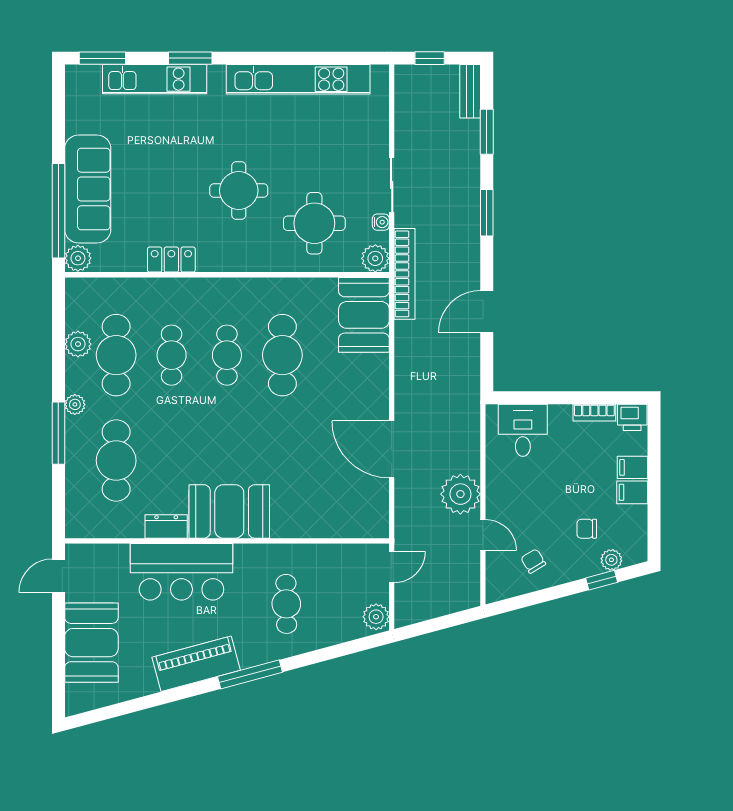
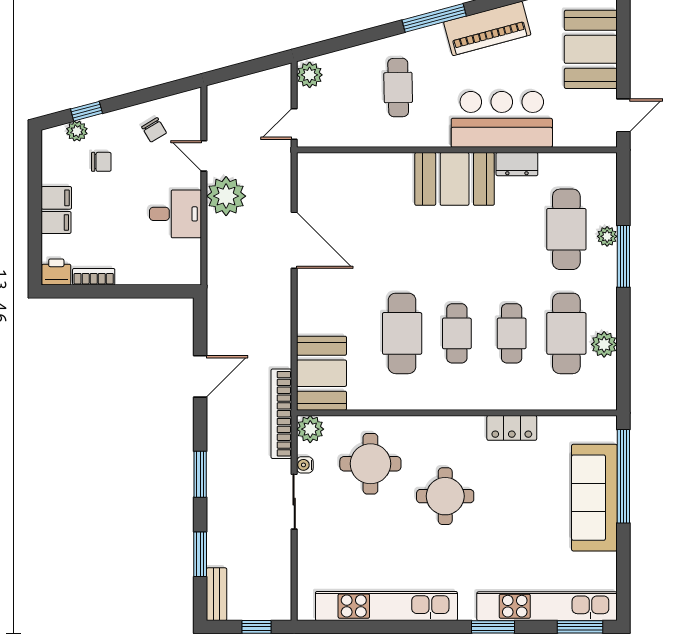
kitchen unit: (155, 79) -> (547, 606), width x1.36
plant: (78, 258) -> (604, 429), removed
plant: (75, 404) -> (607, 236), moved
desk: (523, 430) -> (175, 214), moved, turned -90

